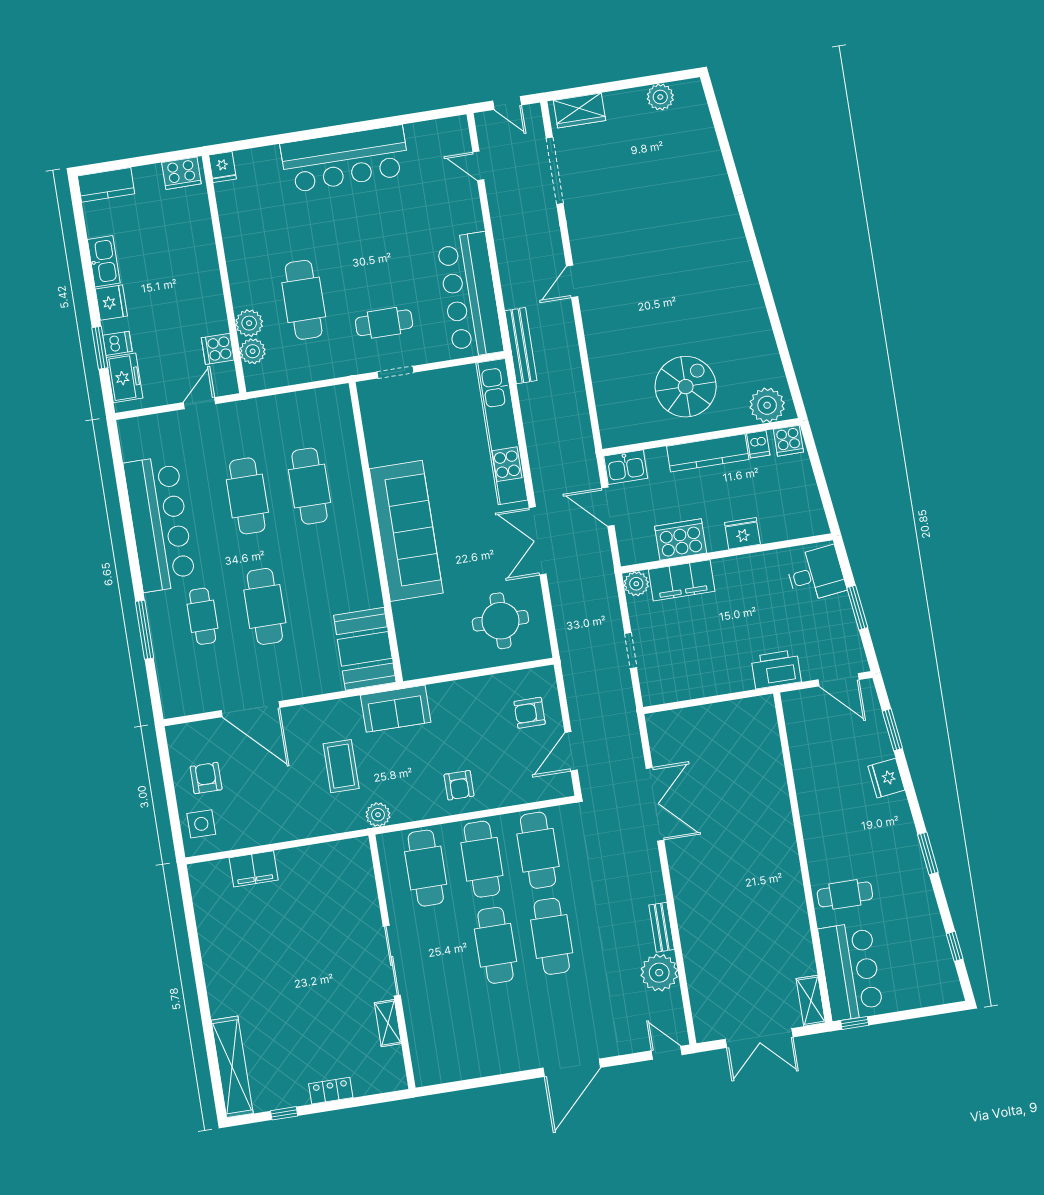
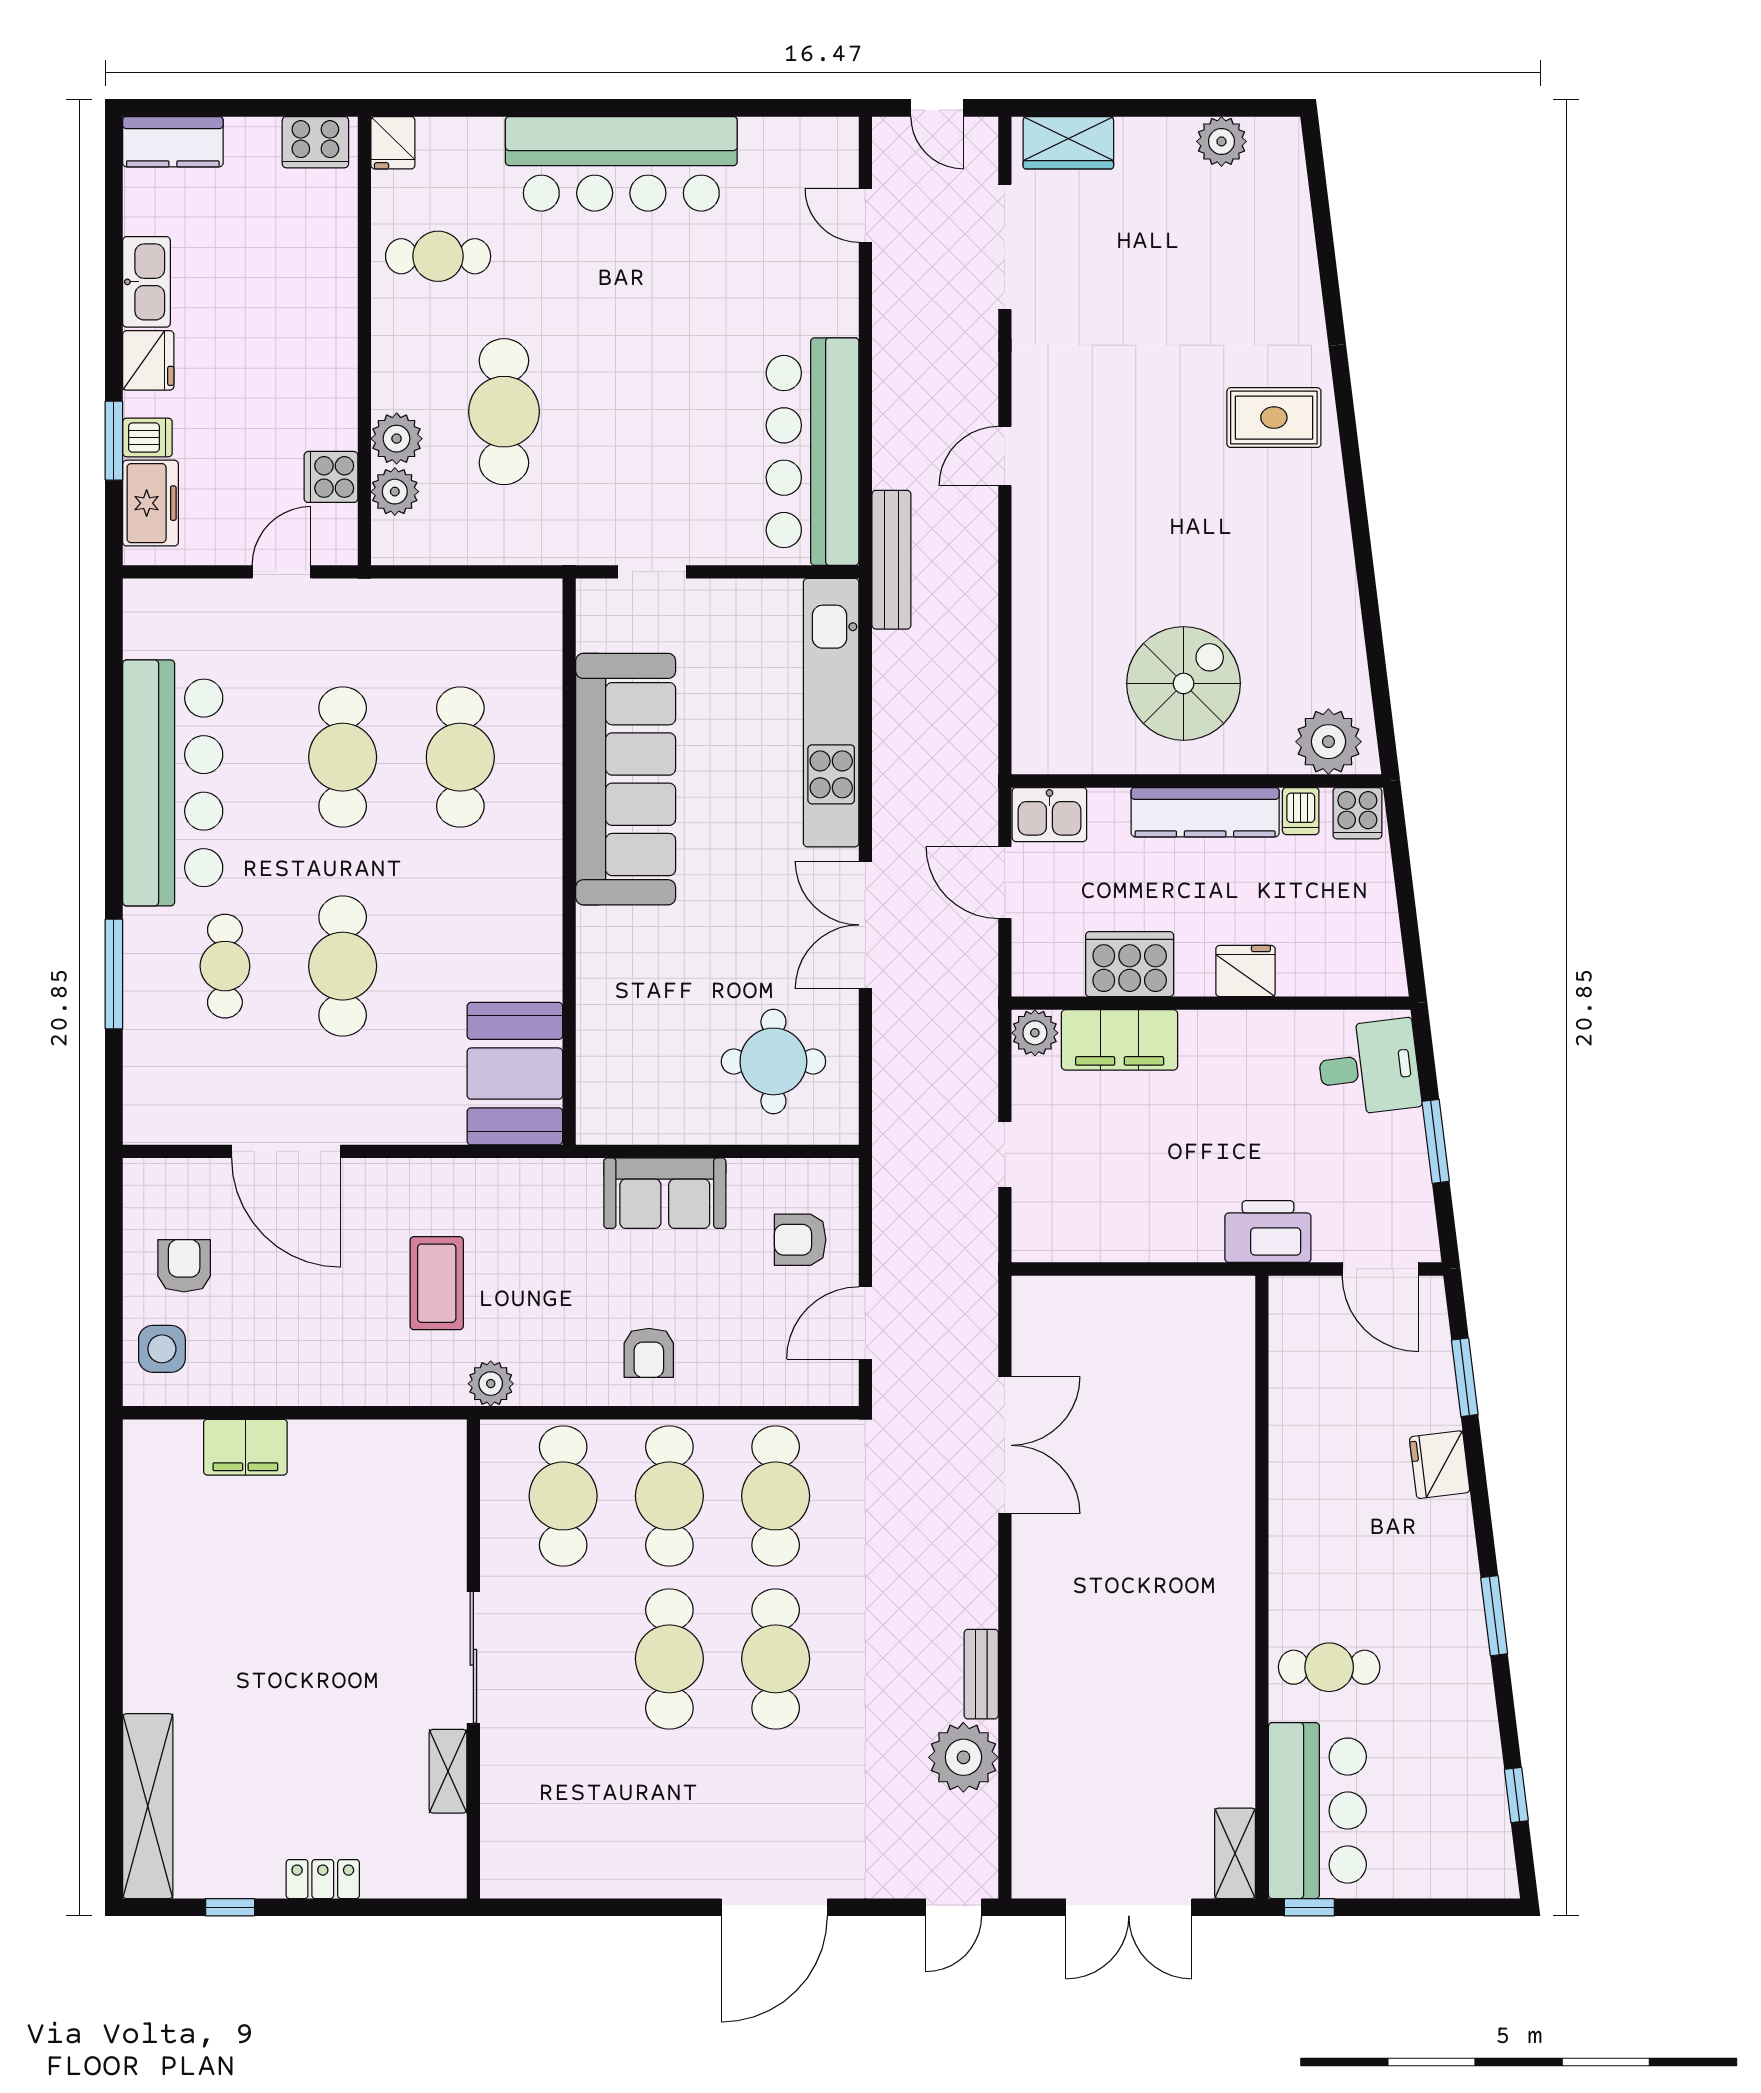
rug: (711, 238) -> (1274, 418), added
cafe table: (384, 323) -> (438, 256), moved
sofa: (406, 531) -> (626, 779), moved
sofa: (396, 709) -> (665, 1193), moved
door: (667, 1053) -> (954, 1907), swing flipped

